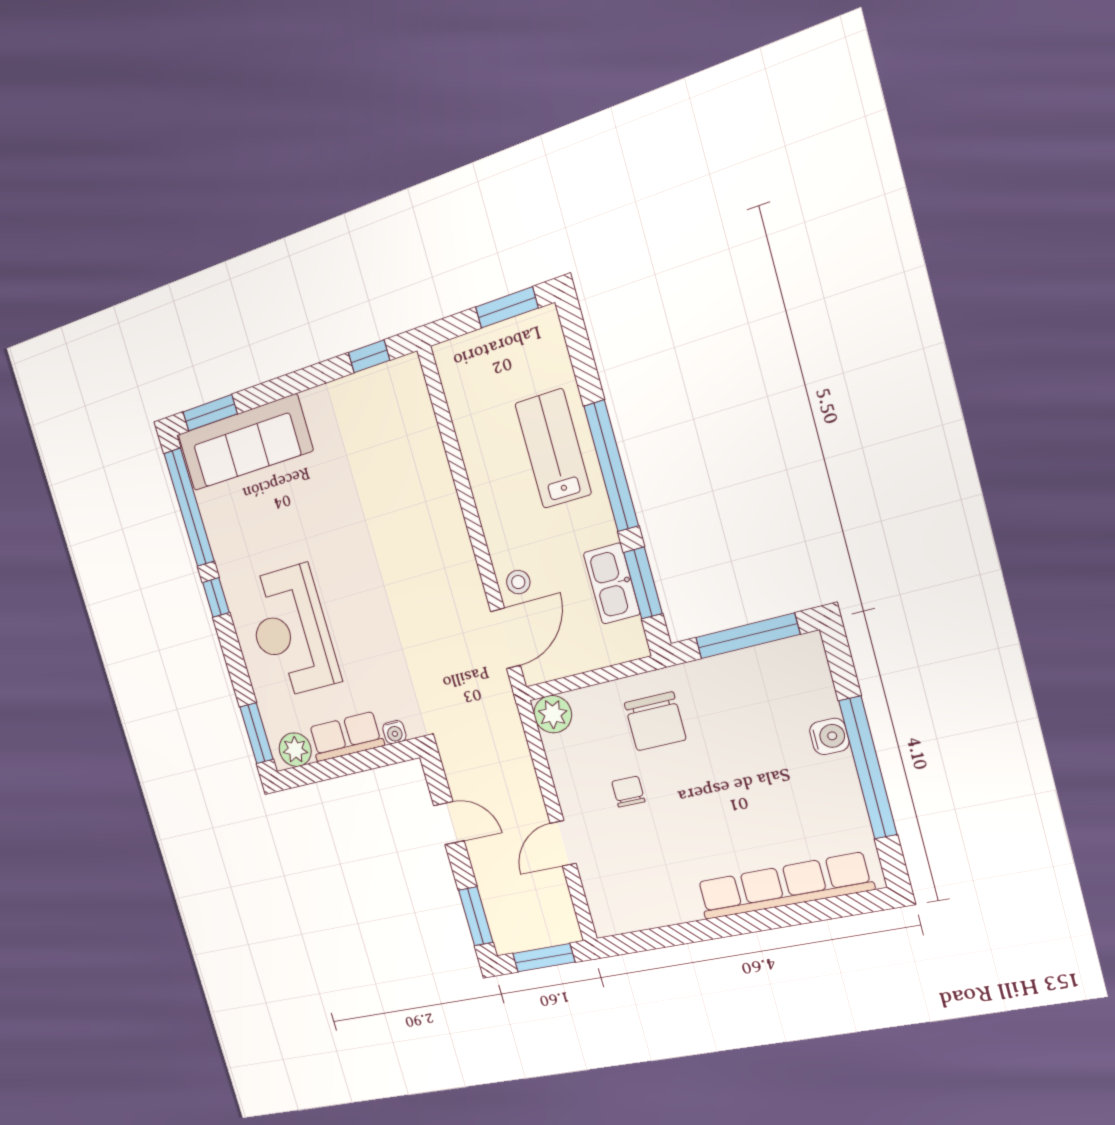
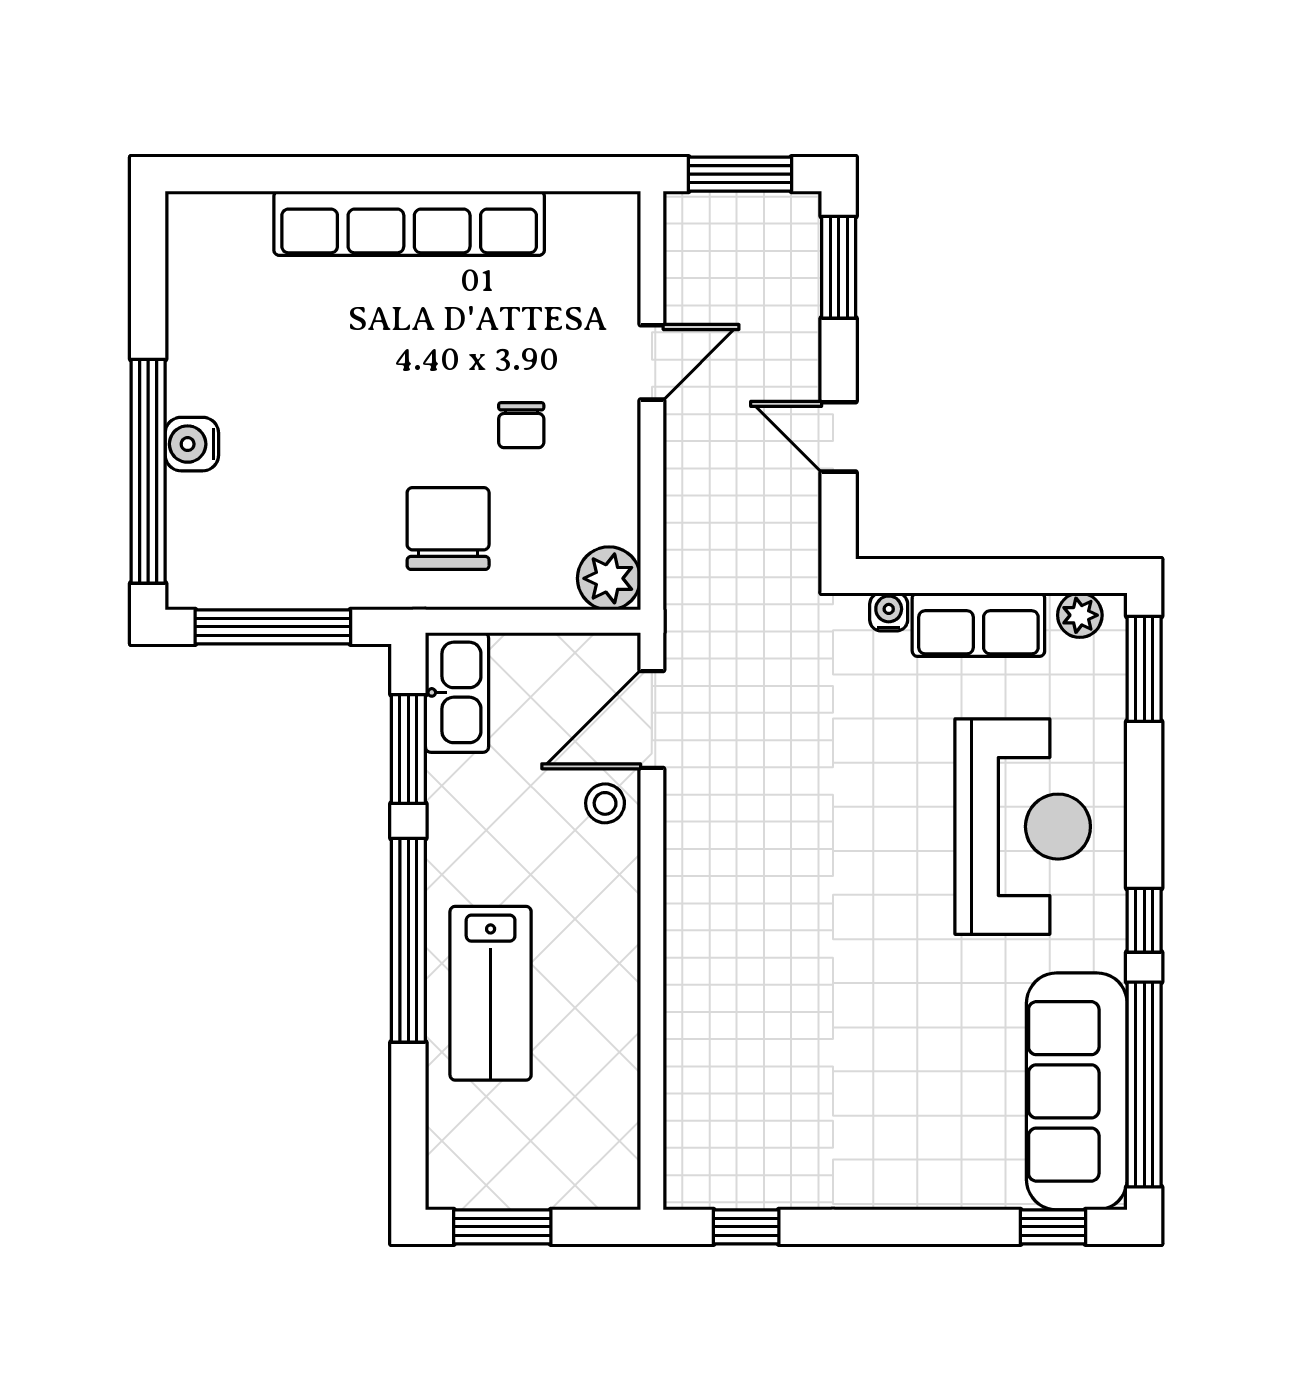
window: (210, 413) -> (1053, 1227), width x0.67
sofa: (245, 443) -> (1077, 1091), moved, turned -90
kitchen sink: (612, 584) -> (457, 692), moved
plant: (295, 750) -> (1080, 615), width x0.73, depth x0.73
window: (868, 768) -> (148, 471), moved
row of seats: (784, 886) -> (409, 223), moved

